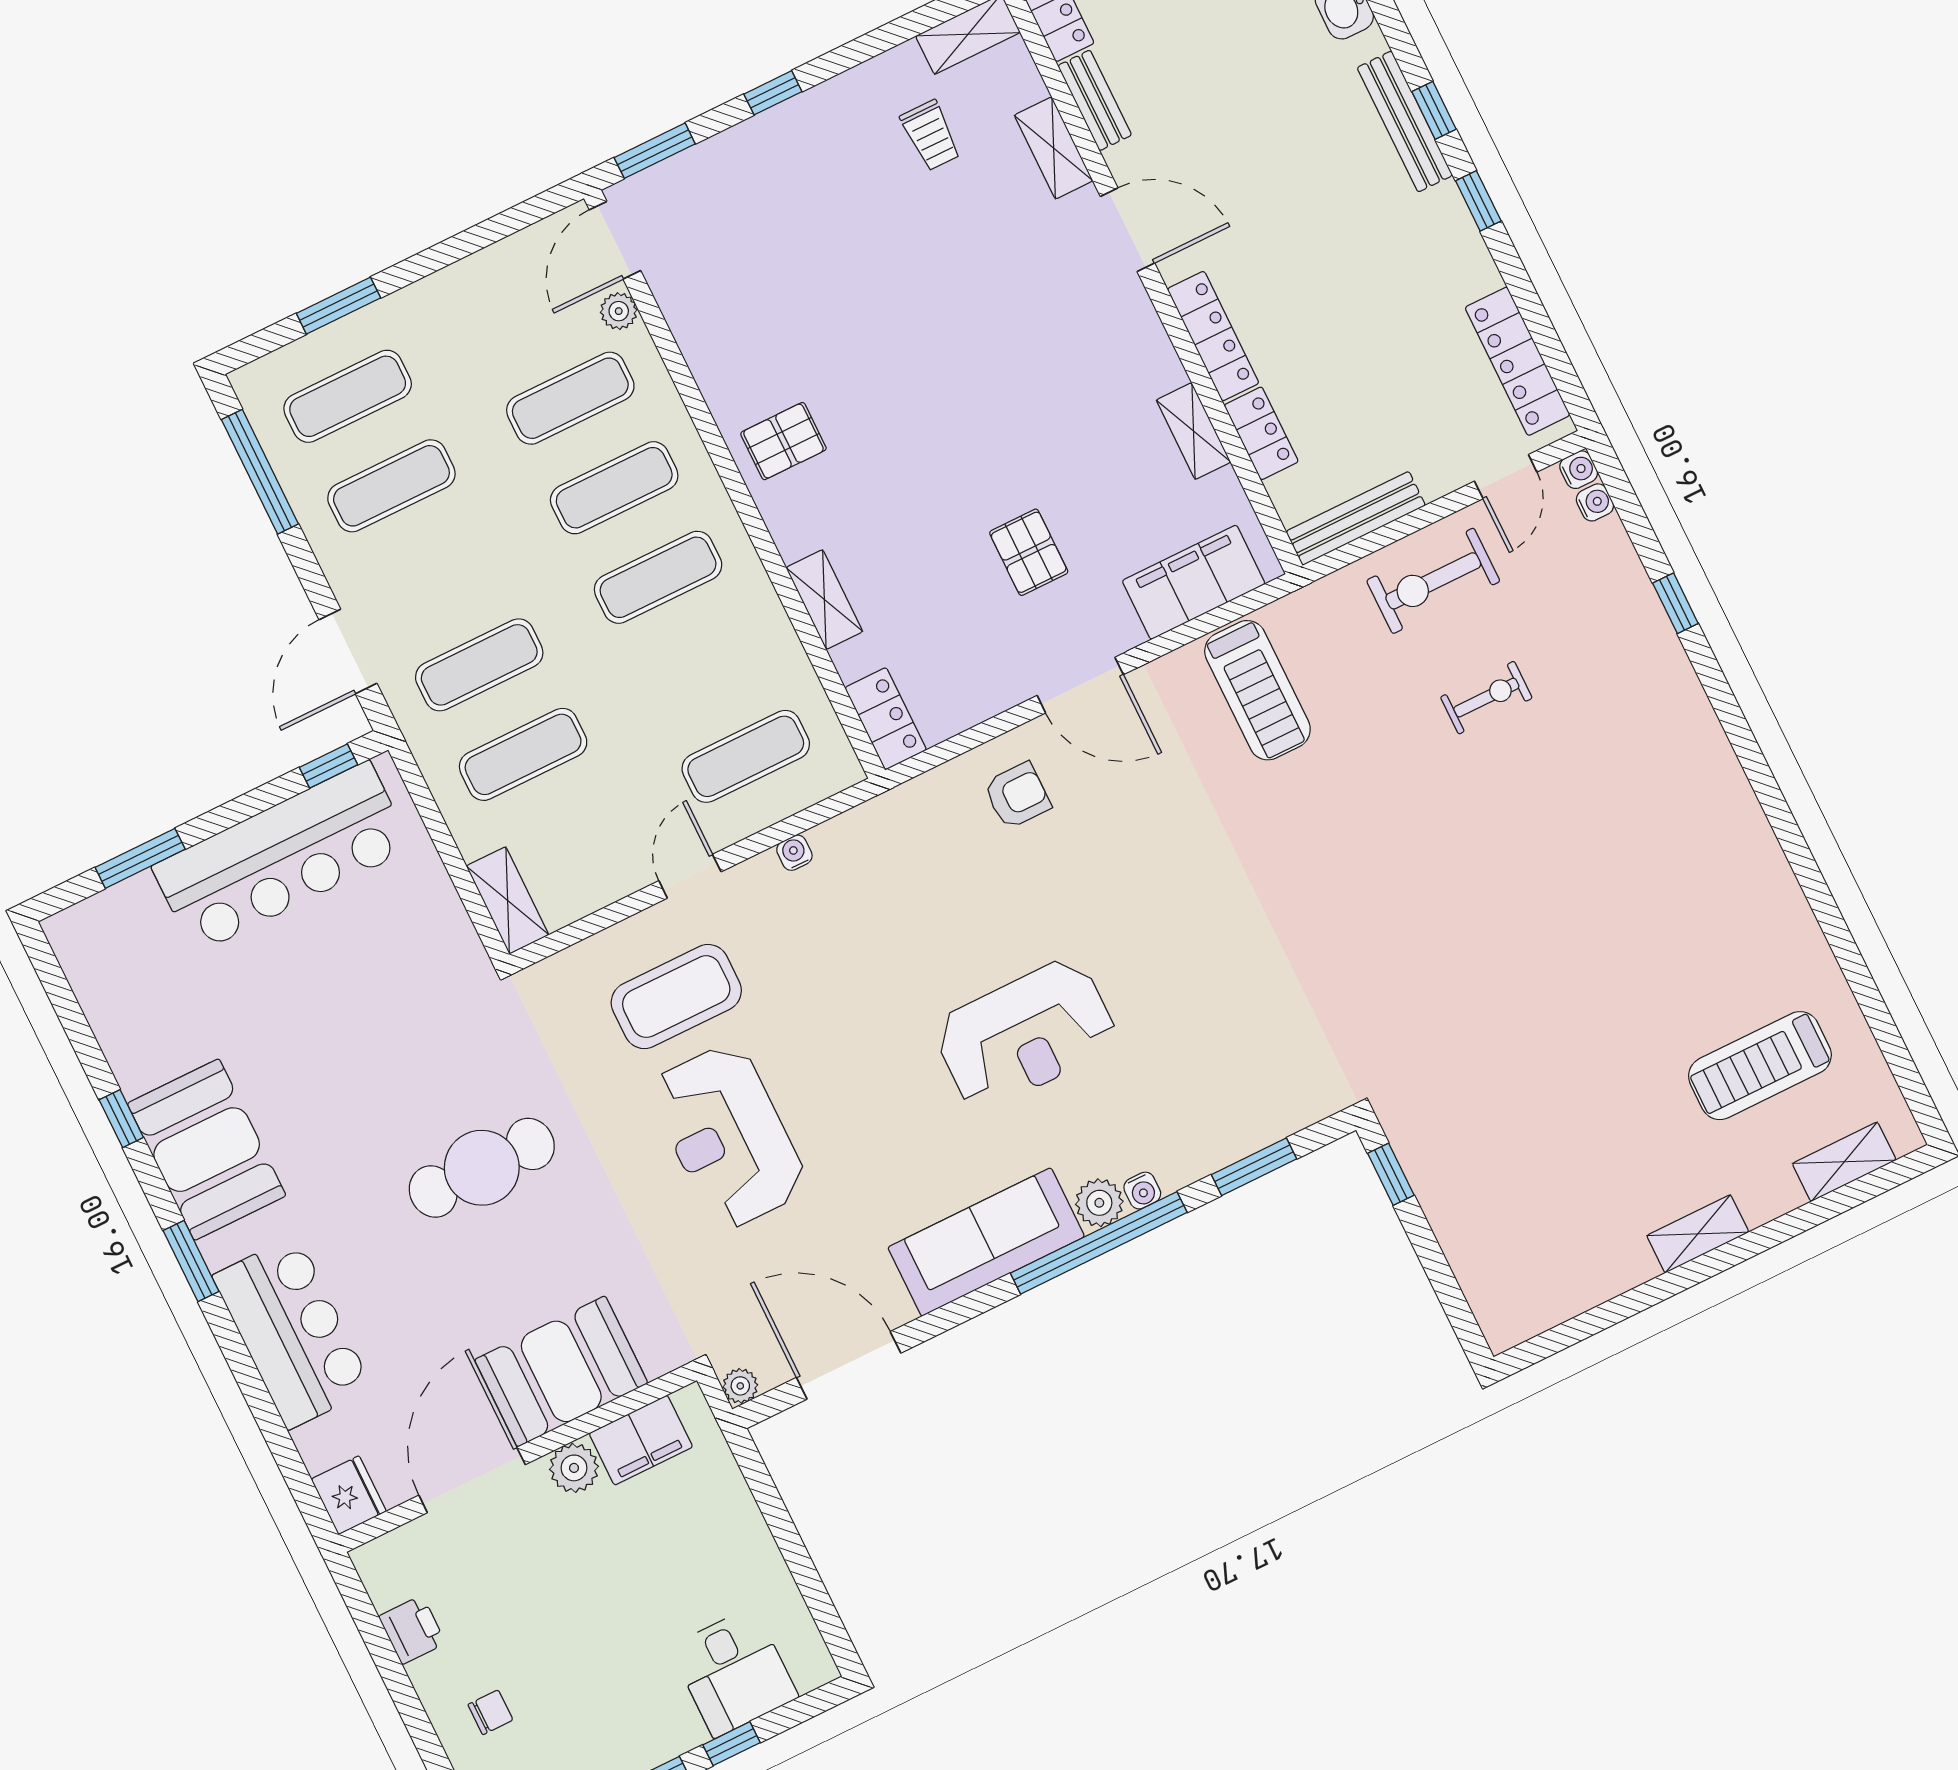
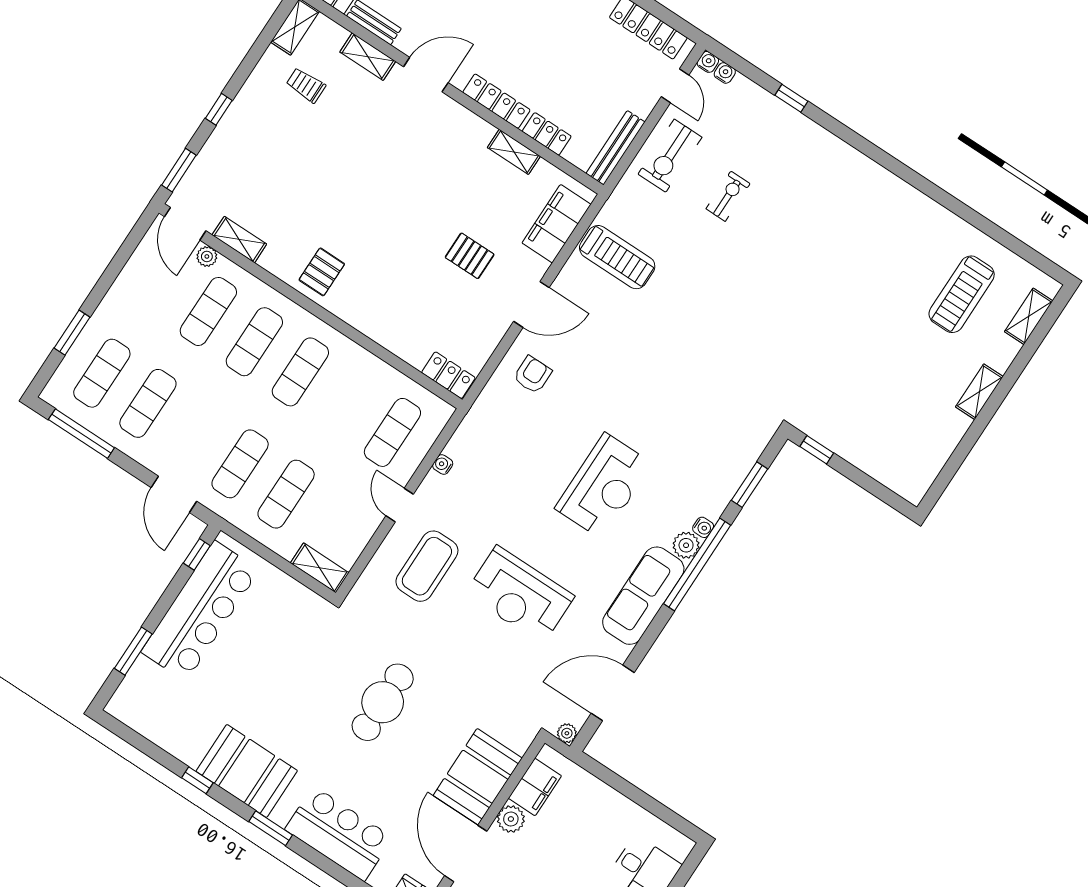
trolley: (931, 135) -> (306, 85), turned 180
shelving: (824, 600) -> (239, 240), moved
reception desk: (728, 1136) -> (520, 595), moved

